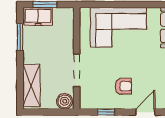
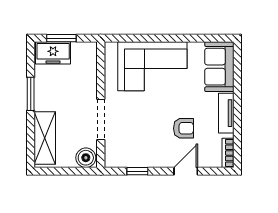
window: (20, 37) -> (31, 94), moved
armchair: (123, 86) -> (183, 128), moved

